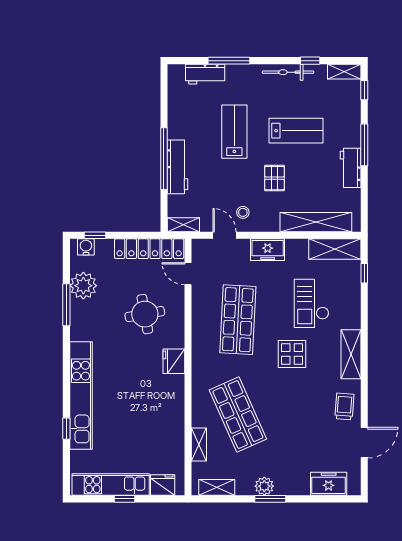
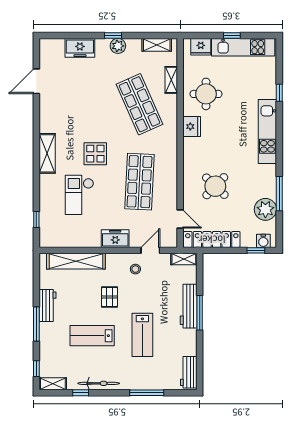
workbench: (205, 74) -> (189, 372), moved, turned -90
window: (164, 159) -> (200, 313), width x0.68
door: (224, 235) -> (150, 250), swing flipped
shelving: (335, 249) -> (60, 239), removed
checkout: (312, 303) -> (79, 195), turned 180
round table: (145, 314) -> (215, 186), turned -36
fridge: (174, 361) -> (192, 127), moved
kitchen unit: (81, 396) -> (267, 131), width x0.73
trolley: (344, 406) -> (53, 111), removed
round table: (156, 427) -> (206, 94), added
freezer: (329, 484) -> (80, 48), moved
window: (270, 499) -> (113, 35), width x0.67

